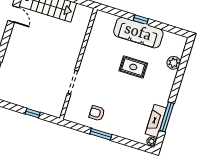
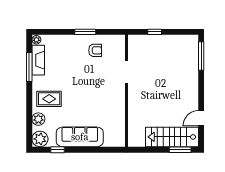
door: (13, 14) -> (201, 118), hinge flipped
window: (141, 20) -> (57, 150), moved
plant: (178, 43) -> (40, 139), added
rug: (133, 67) -> (49, 99), moved

